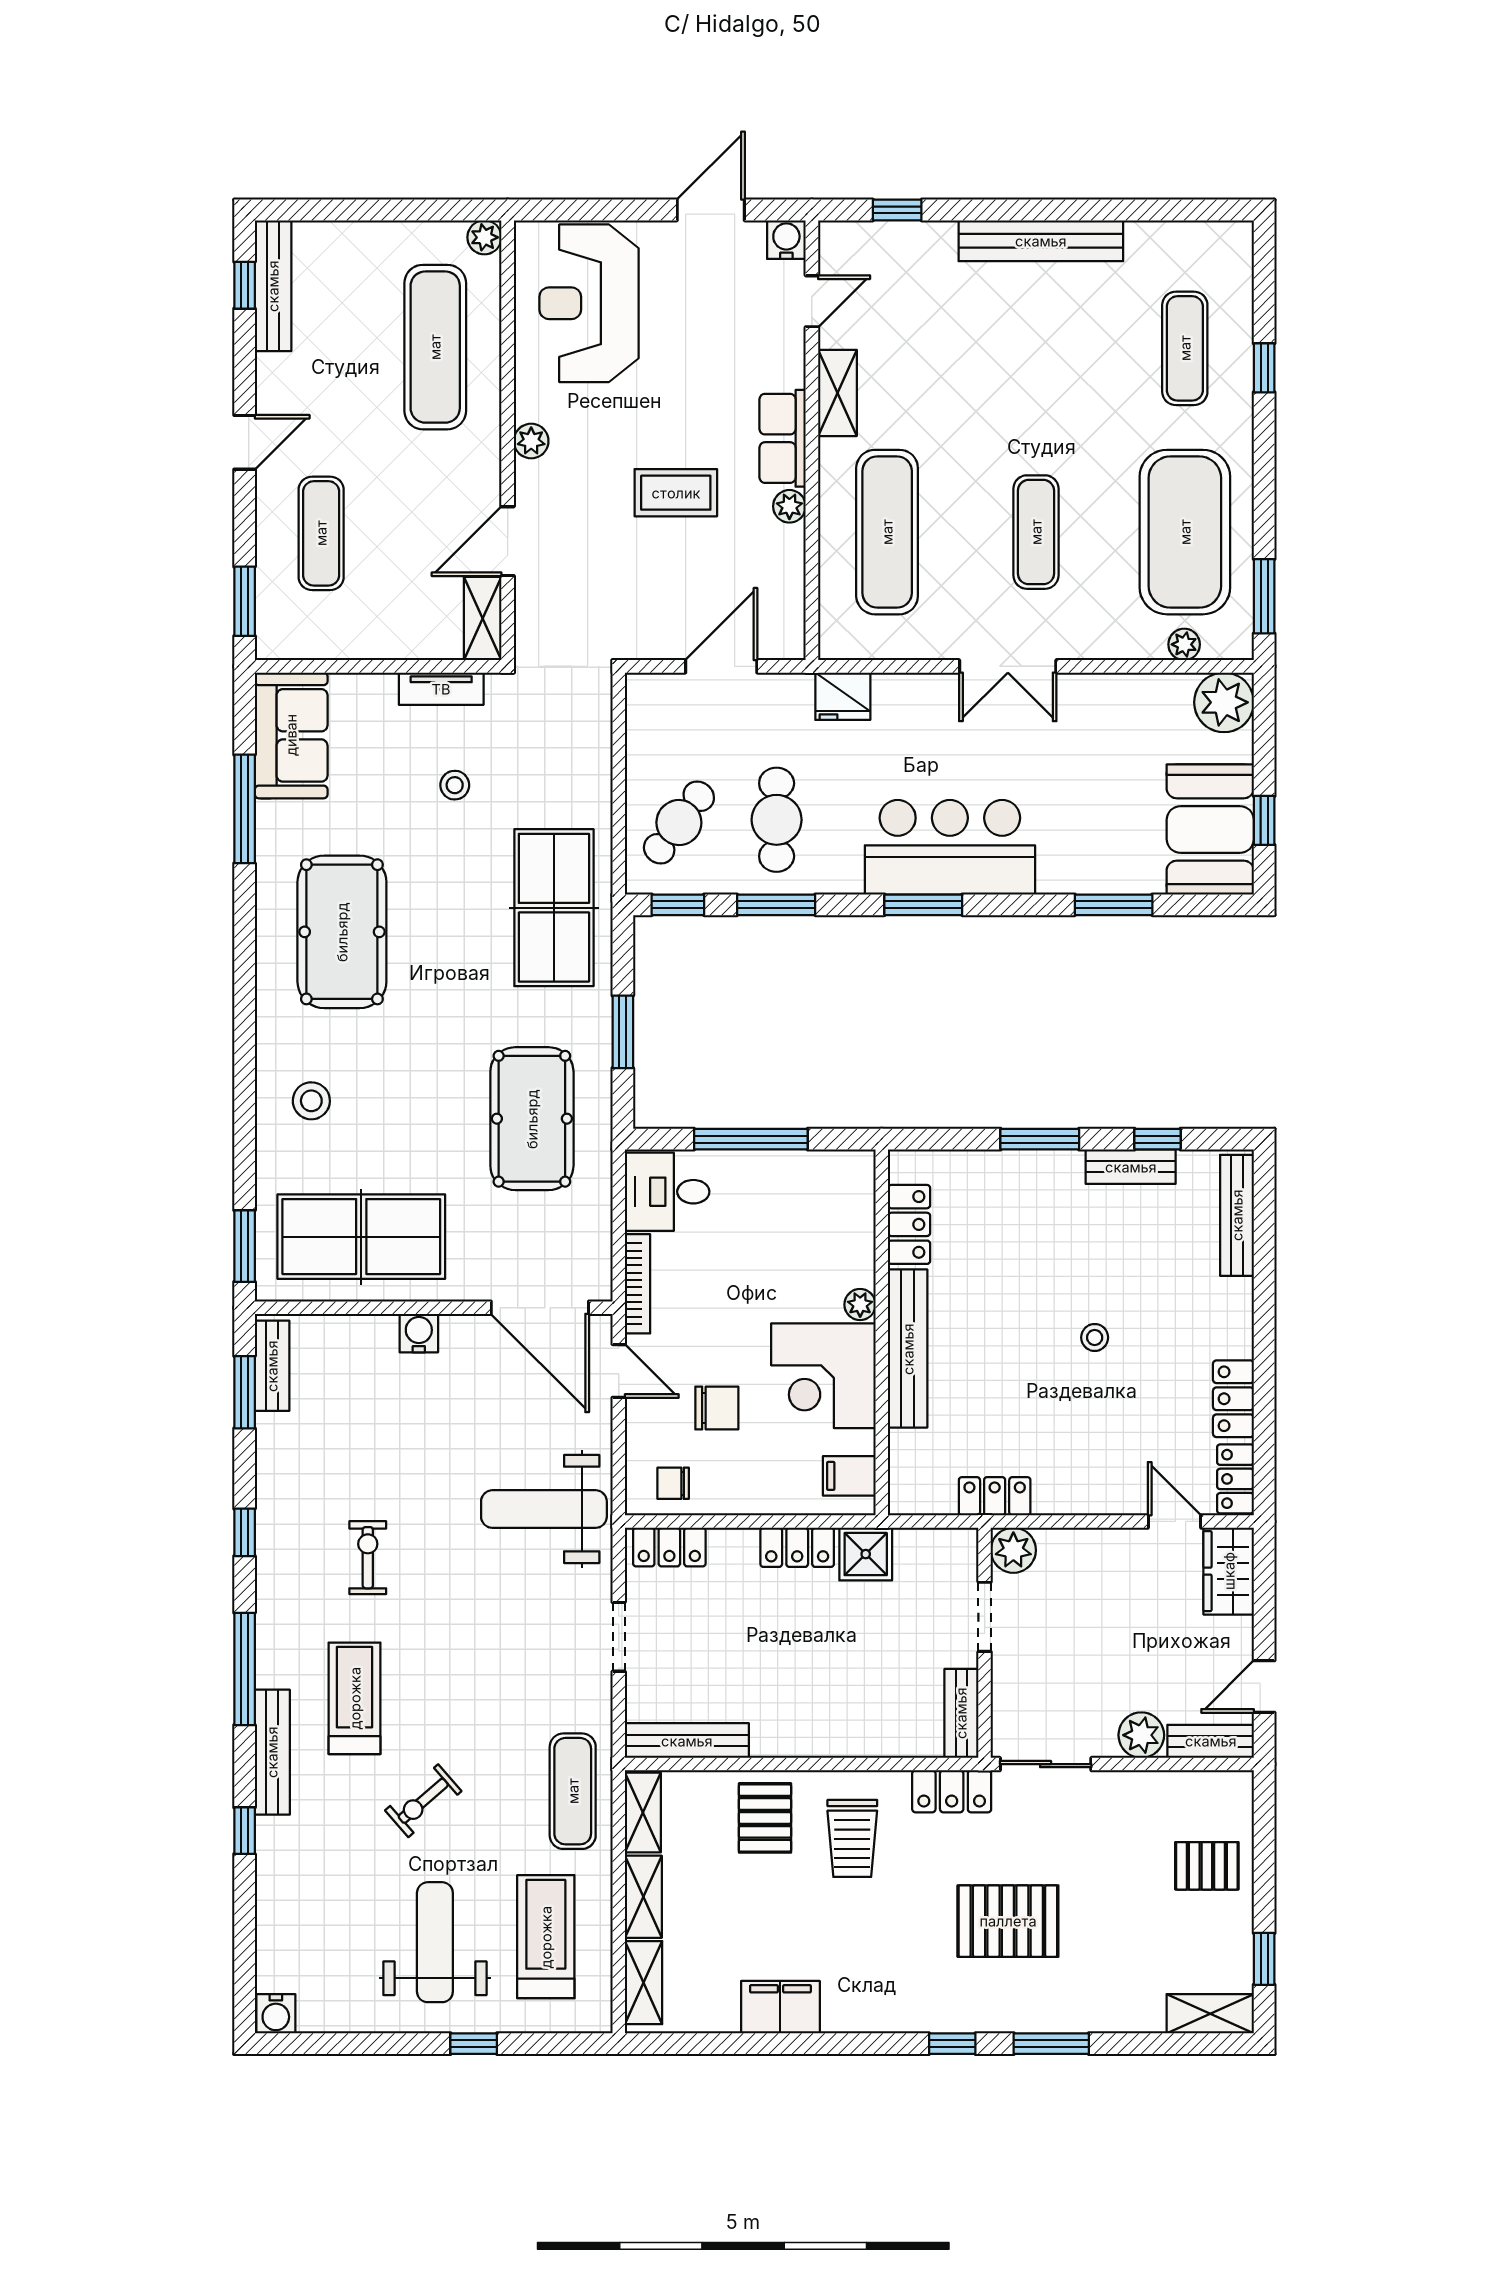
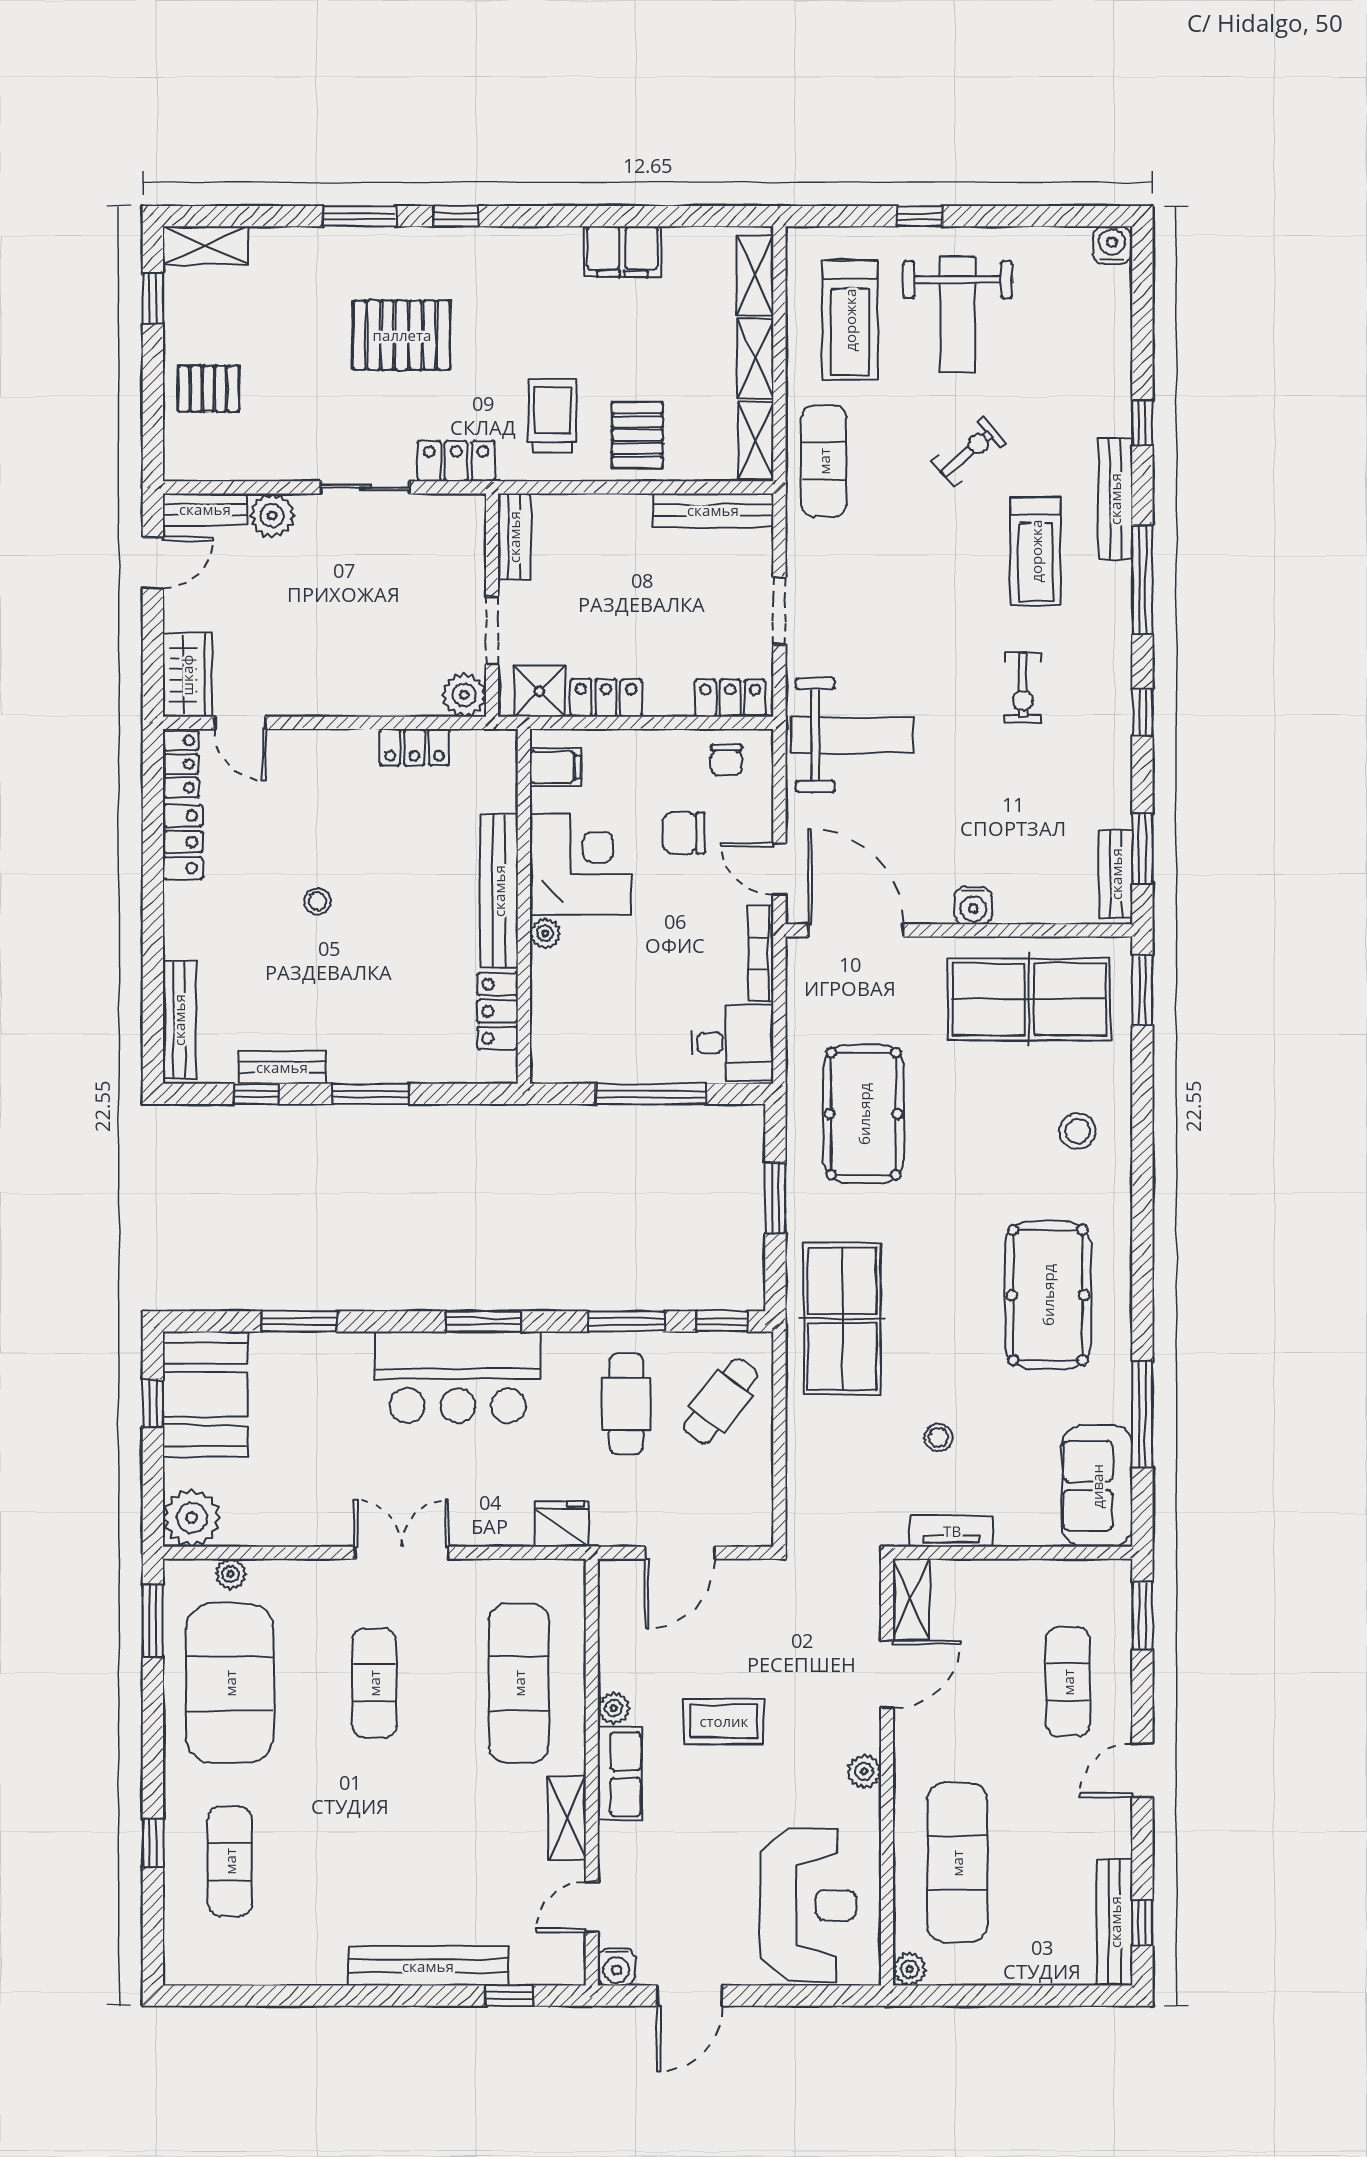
bench: (1041, 241) -> (428, 1966), moved
chair: (673, 1483) -> (726, 760), turned 90
plant: (1013, 1550) -> (464, 695), moved
doorway: (985, 1617) -> (492, 630), moved
wall: (985, 1643) -> (492, 605), moved
bench: (961, 1713) -> (514, 537), moved

